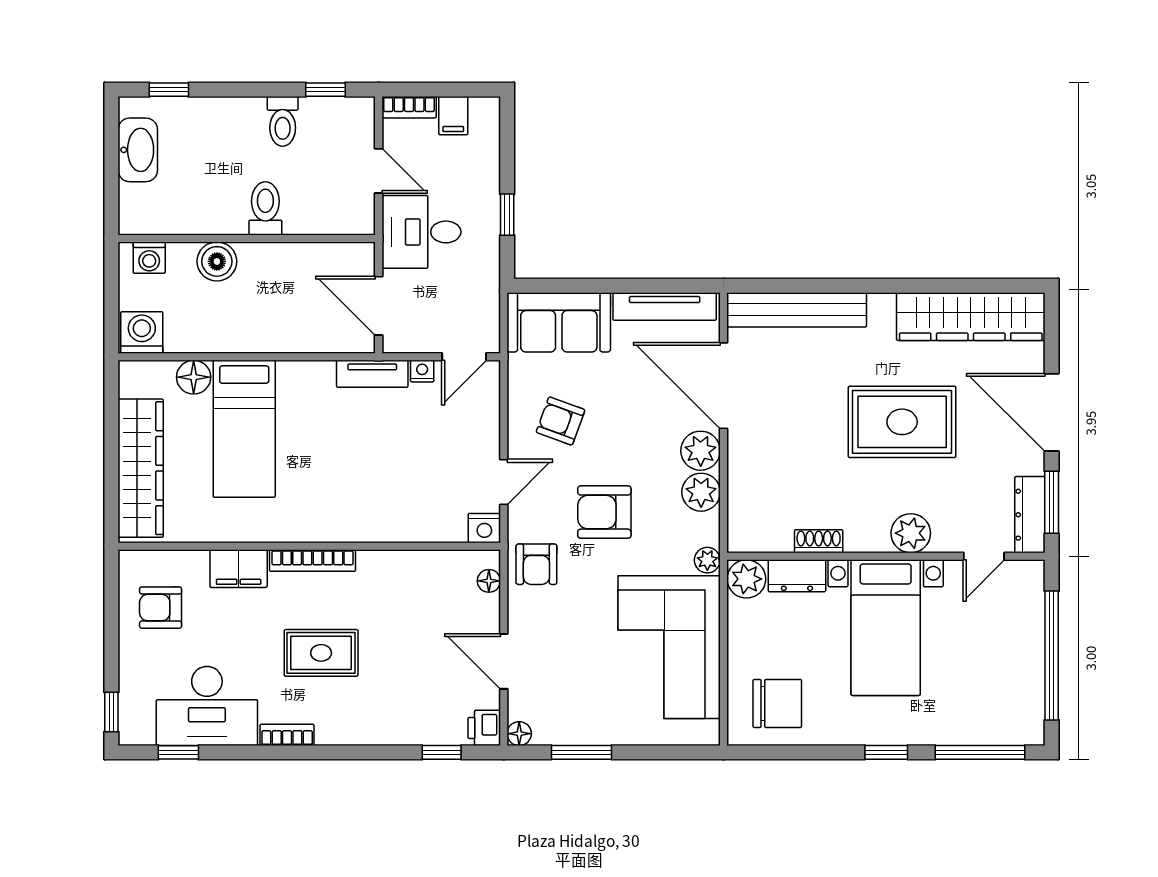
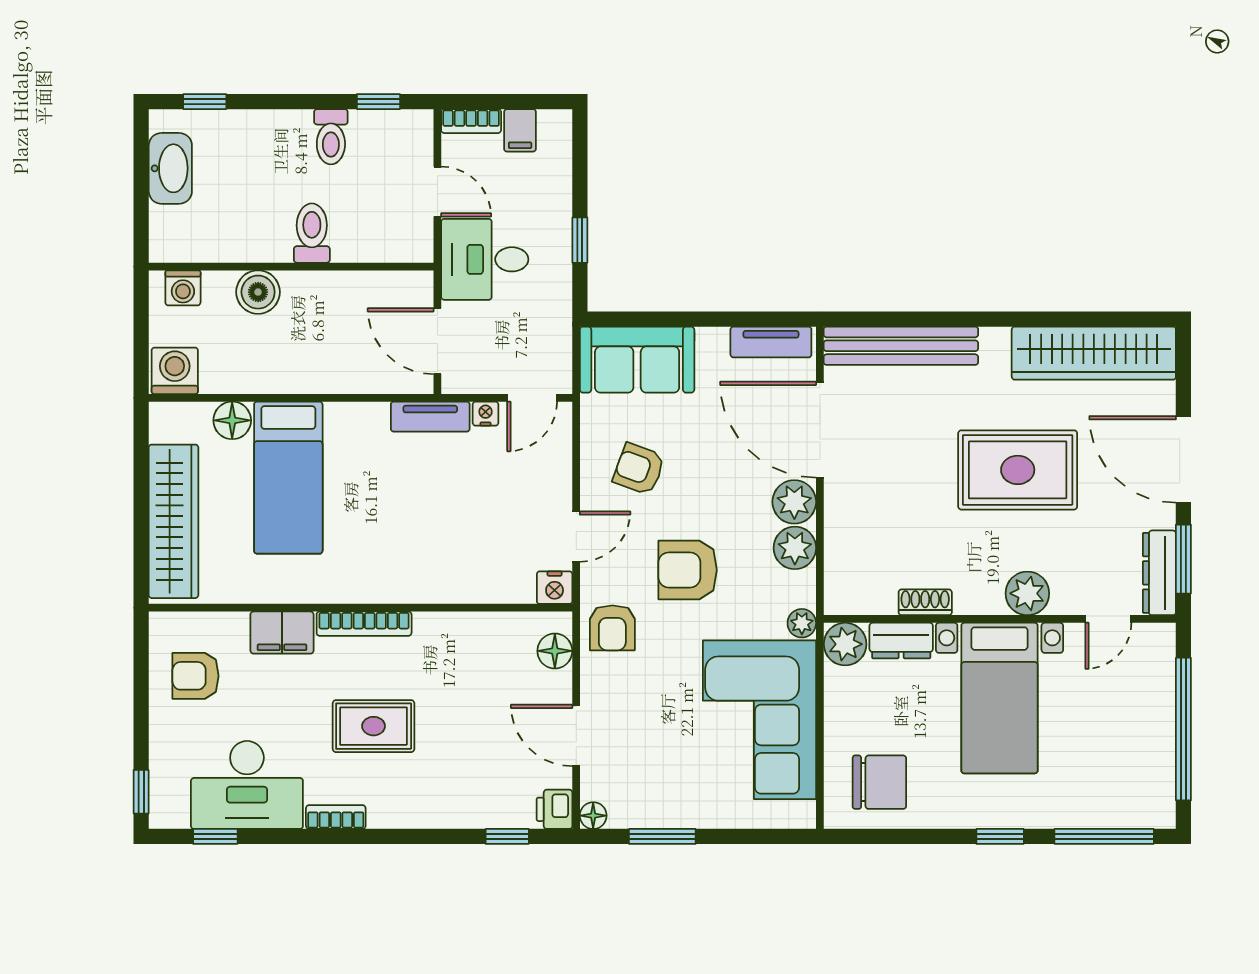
tv unit: (665, 306) -> (771, 342), width x0.71
floor lamp: (489, 581) -> (555, 651), width x1.37, depth x1.37

